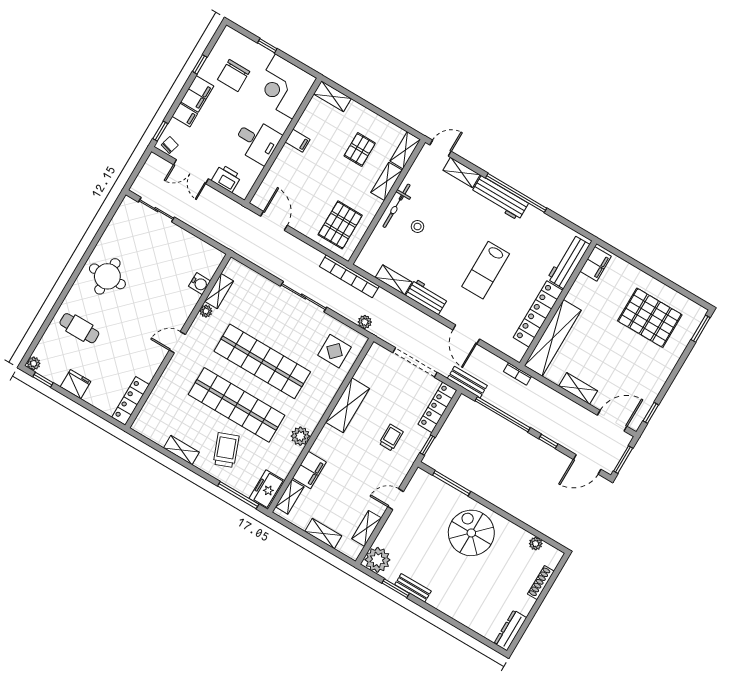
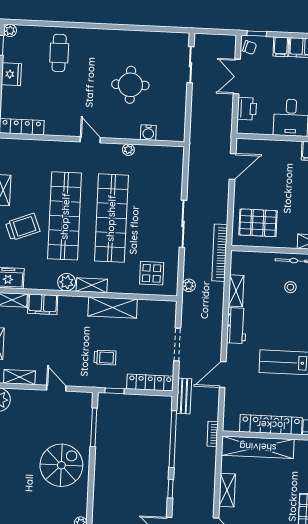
round table: (107, 276) -> (130, 85), moved
shelving: (219, 291) -> (92, 285), moved
doorway: (415, 363) -> (177, 344), width x0.73

